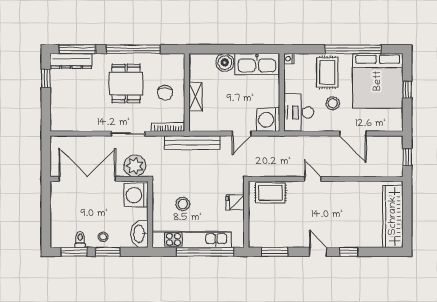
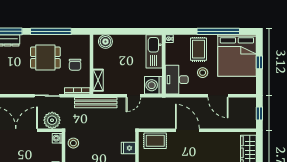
boiler: (225, 62) -> (105, 42), moved
kitchen sink: (257, 64) -> (154, 51), moved, turned 90
dining table: (126, 83) -> (45, 58), turned 90
shelving: (195, 97) -> (98, 80), moved
door: (313, 179) -> (187, 130), width x1.88
washing machine: (136, 195) -> (57, 138), width x0.53, depth x0.53
stool: (183, 204) -> (73, 143), moved

